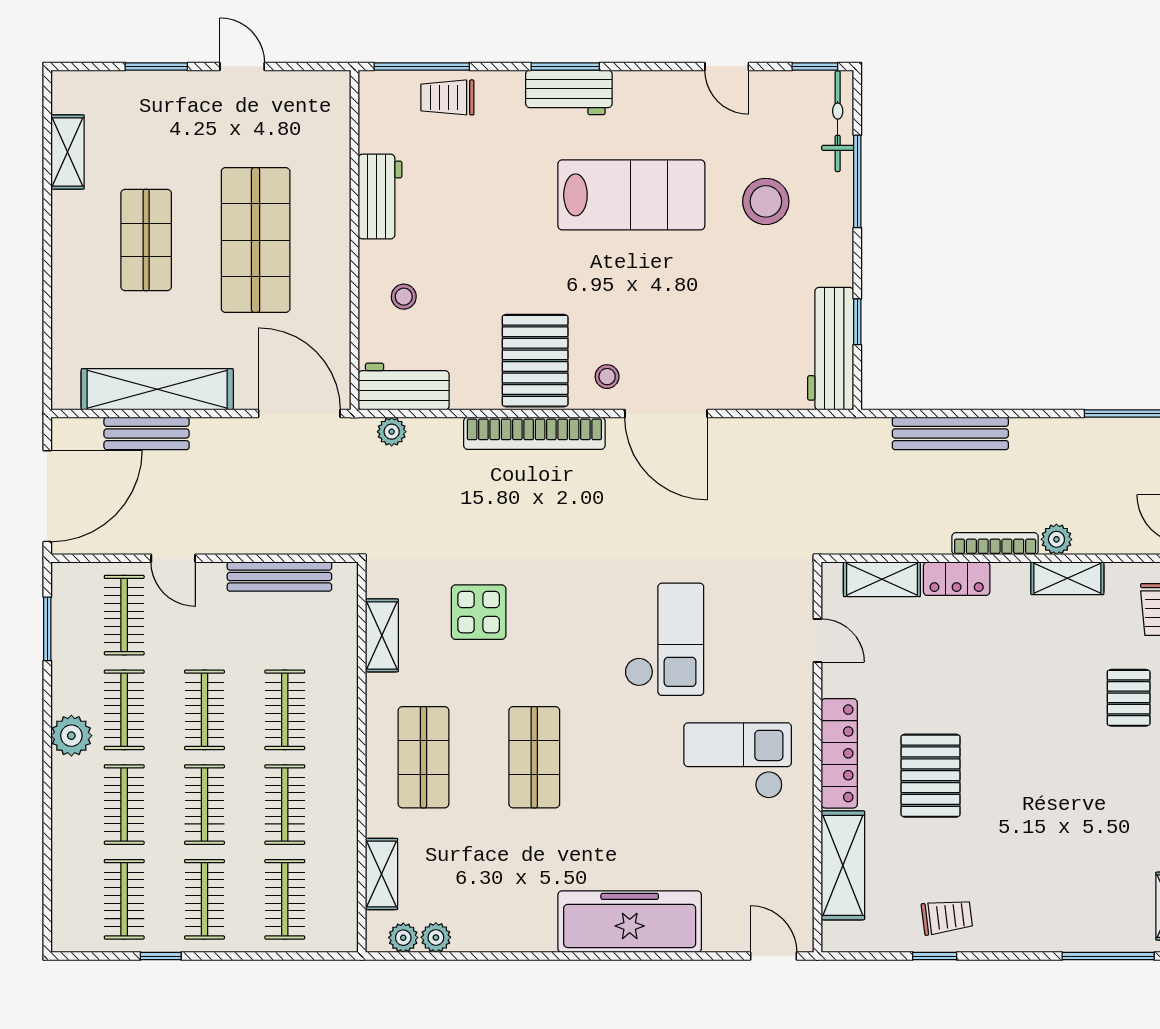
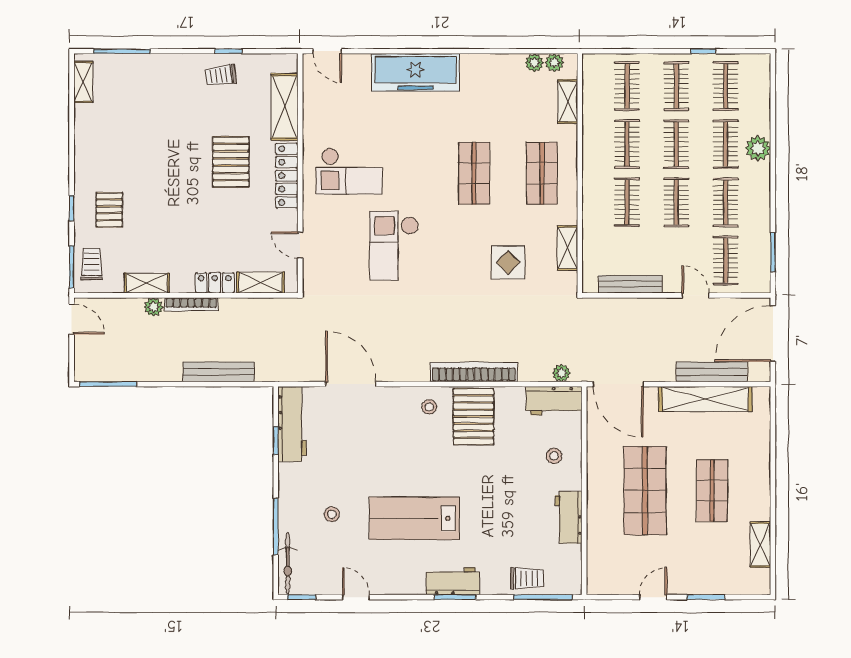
door: (242, 66) -> (653, 597), swing flipped
stool: (766, 201) -> (332, 514), width x0.53, depth x0.53
door: (666, 414) -> (351, 384), moved
bench: (147, 433) -> (712, 372), width x1.36
plant: (71, 736) -> (758, 148), moved

